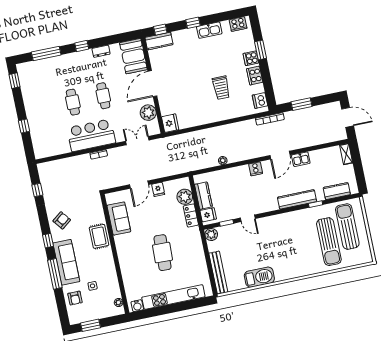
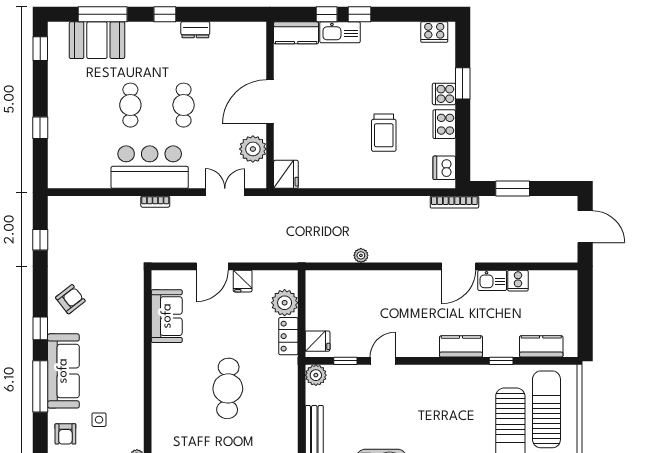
window: (160, 30) -> (327, 14), moved
kitchen sink: (209, 30) -> (340, 32), moved
booth: (133, 56) -> (97, 40), moved, turned 90
shelving: (346, 154) -> (570, 287), removed
cooker: (256, 169) -> (518, 281), moved
kitchen counter: (203, 196) -> (316, 307), removed
kitchen counter: (297, 199) -> (461, 346), width x0.67
door: (248, 218) -> (383, 361), swing flipped
rug: (99, 236) -> (127, 339), removed

